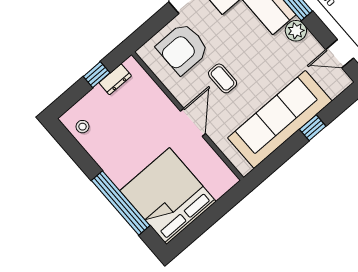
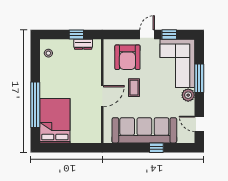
armchair: (183, 49) -> (127, 57), turned -90
bed: (168, 196) -> (55, 121), width x0.73

